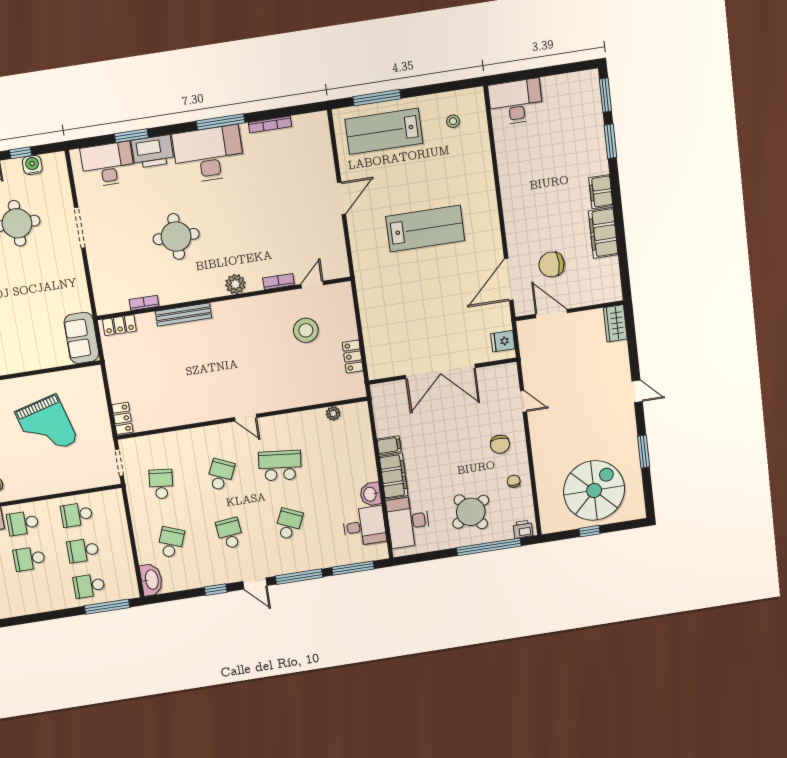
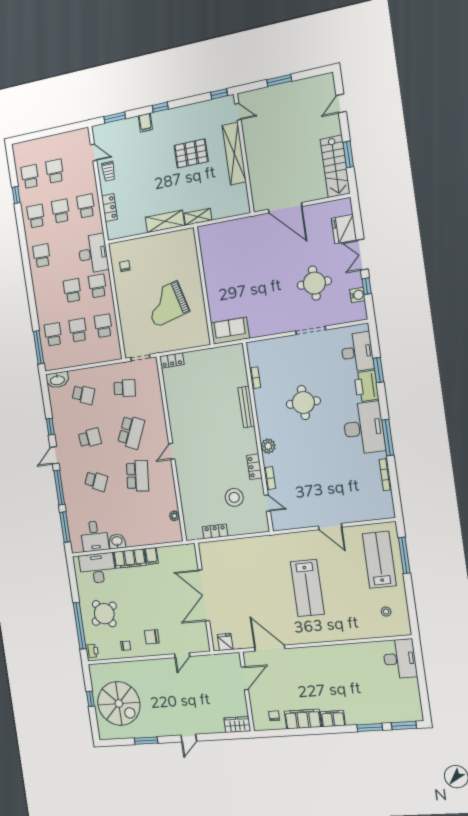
chair: (551, 264) -> (274, 716), moved, width x0.54, depth x0.54
locker: (119, 325) -> (254, 467), moved
school desk: (221, 475) -> (131, 432), width x1.85

